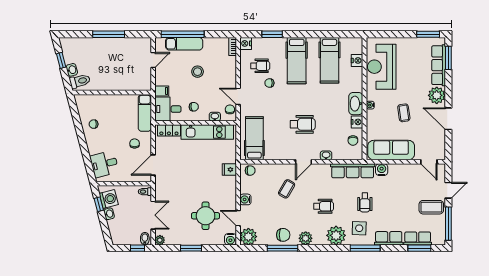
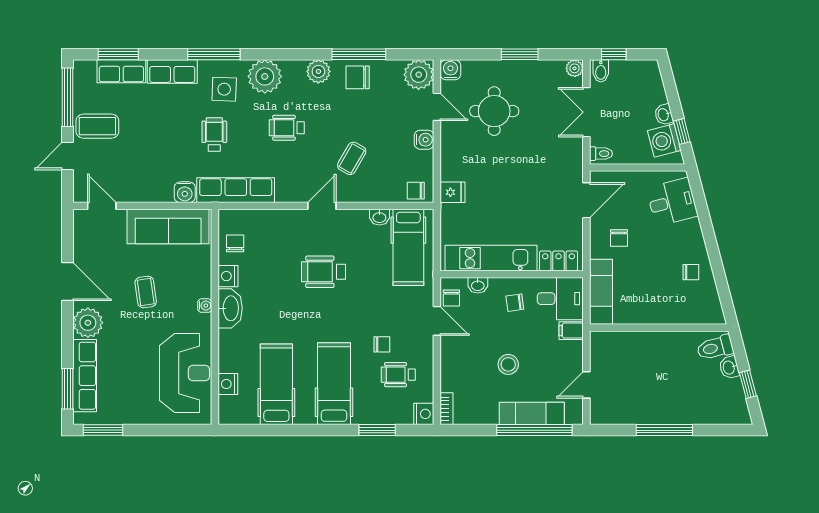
washbasin: (326, 155) -> (379, 217), moved

